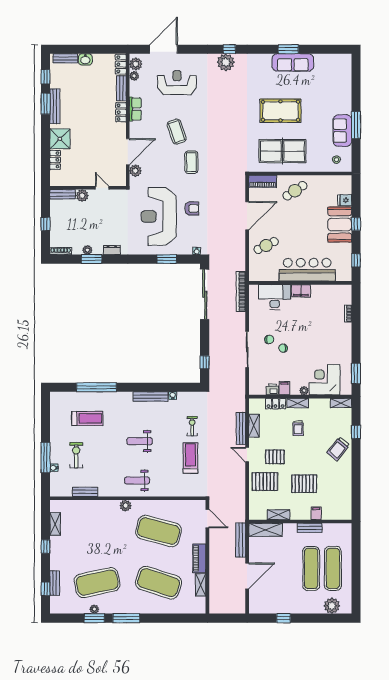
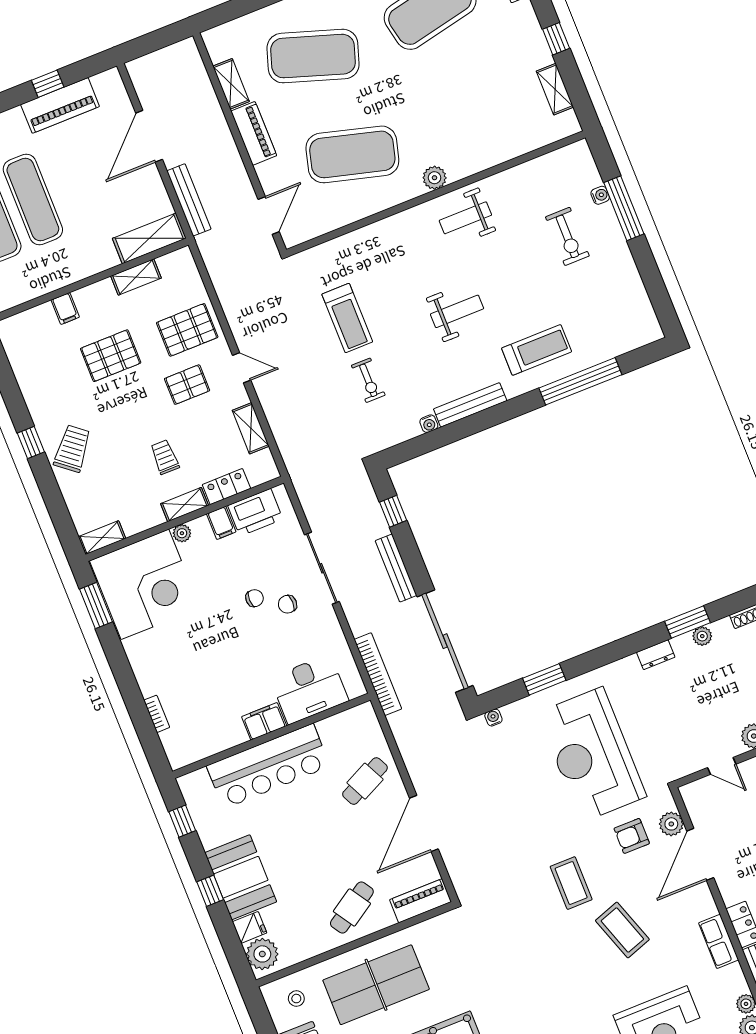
table tennis table: (282, 151) -> (376, 985), moved
plant: (344, 186) -> (262, 954), added
armchair: (192, 209) -> (632, 836), moved
reception desk: (159, 216) -> (592, 755), turned 180
corner desk: (325, 380) -> (145, 584), width x1.36, depth x1.36
printer: (272, 389) -> (255, 512), width x1.87, depth x1.48
treadmill: (87, 418) -> (537, 350), moved, turned 180
bench: (241, 428) -> (396, 568), moved
window: (356, 432) -> (31, 443), moved
weight bench: (137, 480) -> (465, 218), moved, turned 180
bench: (85, 492) -> (522, 173), removed
door: (207, 519) -> (269, 216), swing flipped
bench: (310, 528) -> (67, 276), removed
piano: (282, 606) -> (60, 105), added

